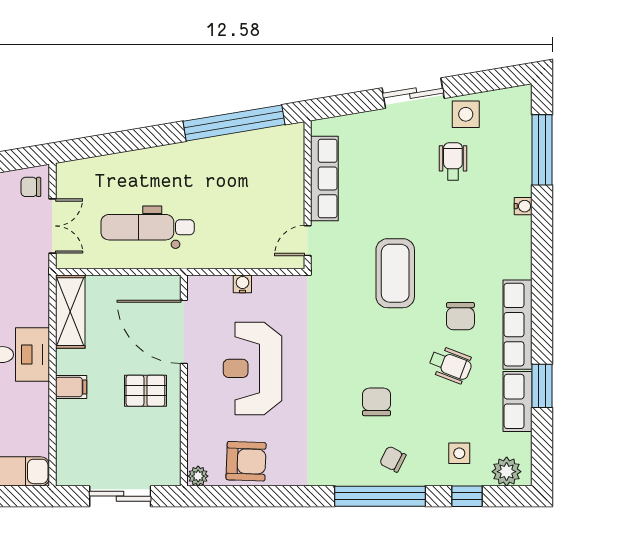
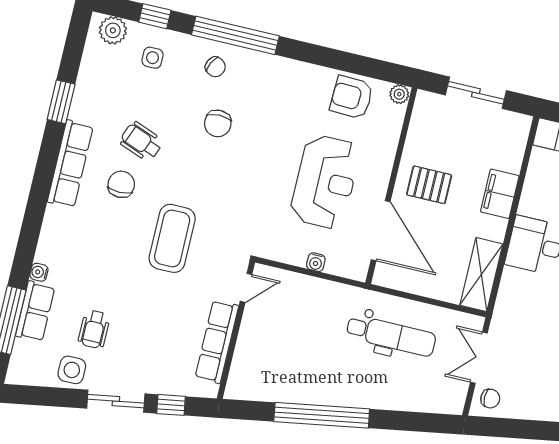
window: (356, 103) -> (171, 405), added
window: (234, 123) -> (322, 415), moved
filing cabinet: (71, 387) -> (500, 194), width x2.00
row of seats: (517, 401) -> (35, 311), moved

